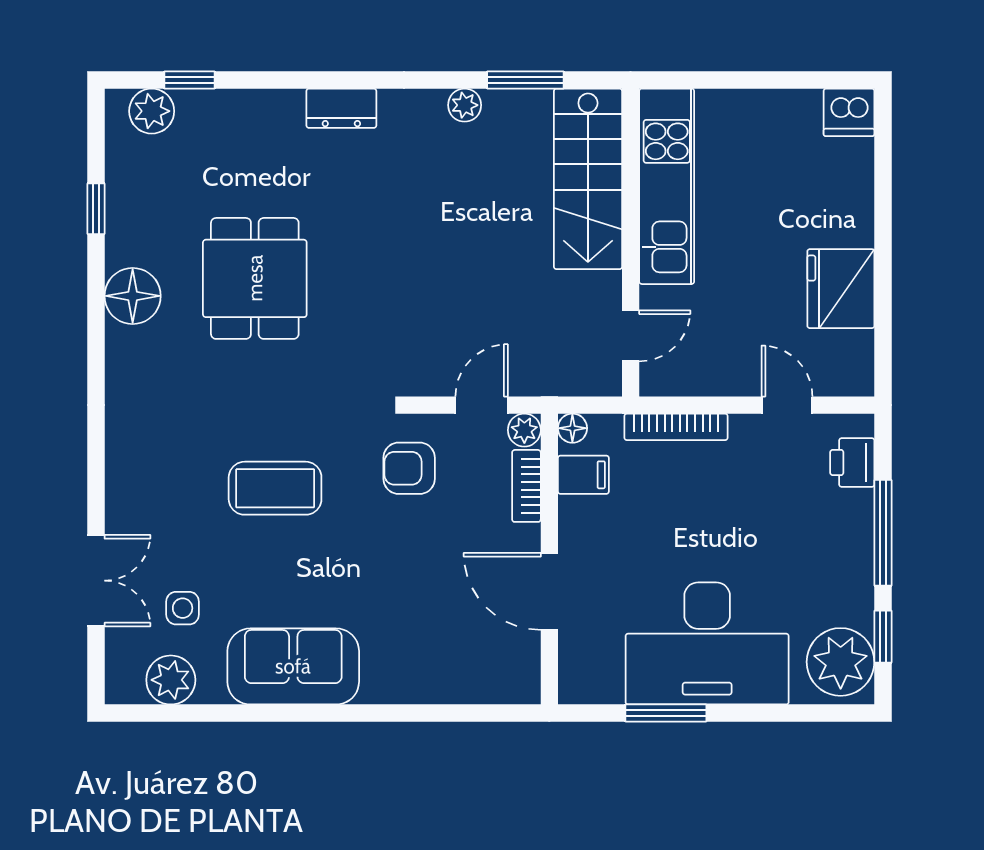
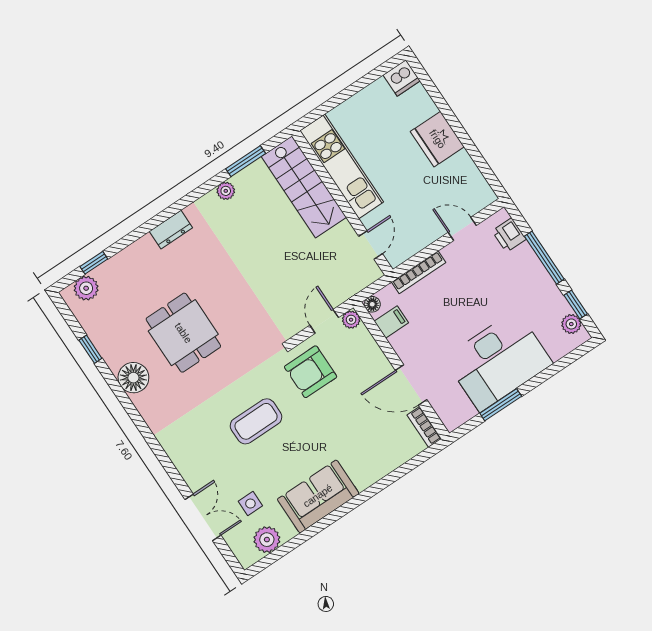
fridge: (841, 289) -> (437, 139), moved
armchair: (409, 468) -> (311, 372), width x1.38, depth x1.38
bookcase: (526, 486) -> (424, 427), moved
plant: (841, 662) -> (571, 324), width x0.53, depth x0.53

